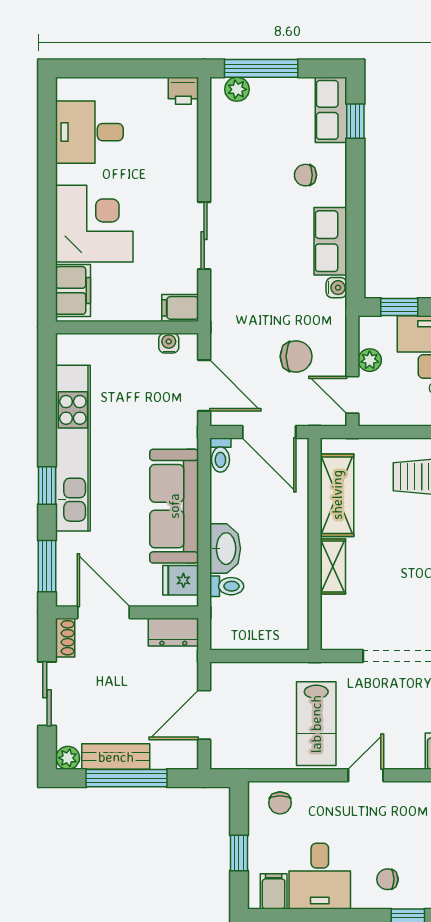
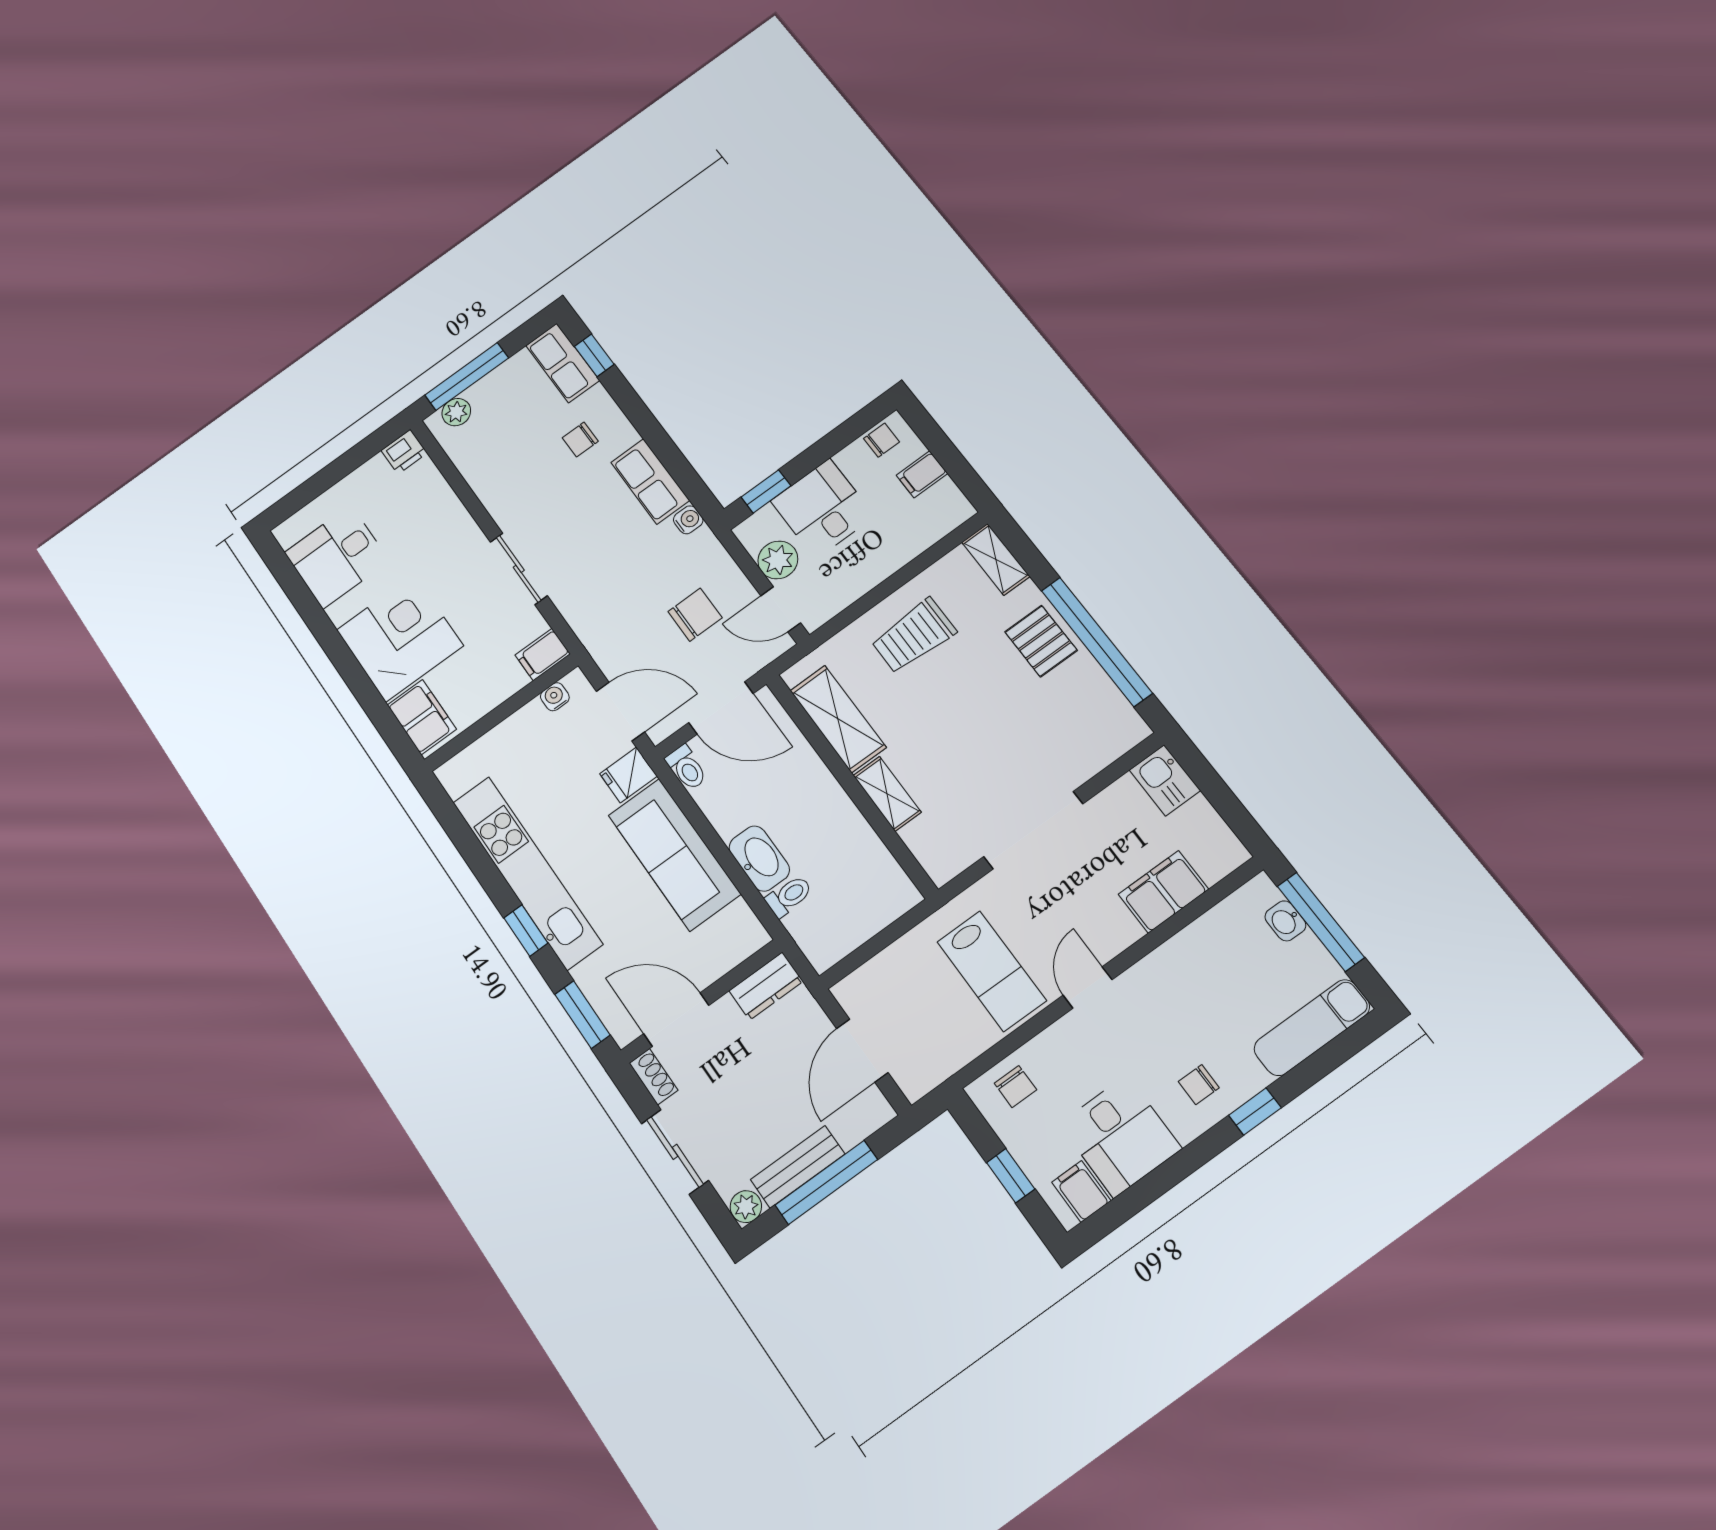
plant: (370, 360) -> (778, 560), width x1.38, depth x1.38
fridge: (181, 580) -> (628, 775), moved

